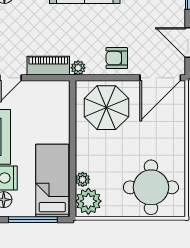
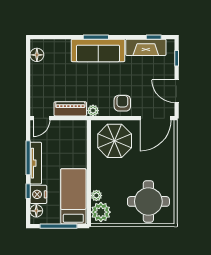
armchair: (117, 58) -> (122, 103), turned 90

